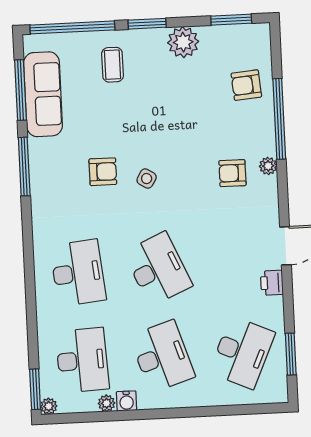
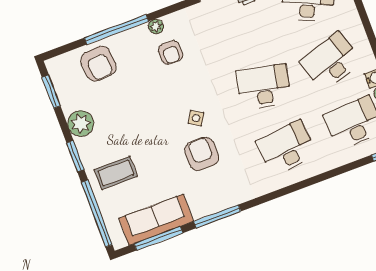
coffee table: (113, 65) -> (116, 173), width x1.36, depth x1.30
armchair: (246, 85) -> (98, 64), width x1.38, depth x1.38
armchair: (103, 172) -> (202, 154), width x1.38, depth x1.38
desk: (158, 269) -> (264, 87), turned 36

